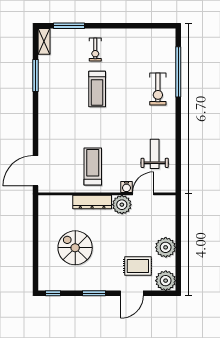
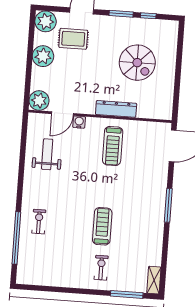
window: (36, 75) -> (168, 205), moved
exercise bike: (158, 89) -> (39, 222), width x0.73, depth x0.72
weight bench: (155, 154) -> (47, 154), turned 180
plant: (122, 205) -> (39, 101), moved
window: (53, 293) -> (148, 16), moved

